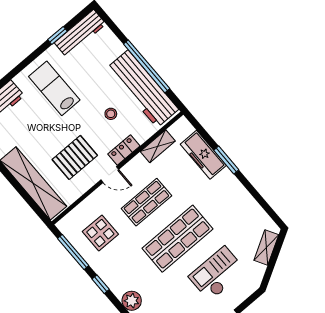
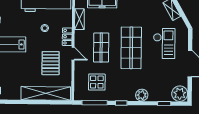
door: (110, 175) -> (73, 54), hinge flipped
checkout: (217, 274) -> (164, 43), turned 180

